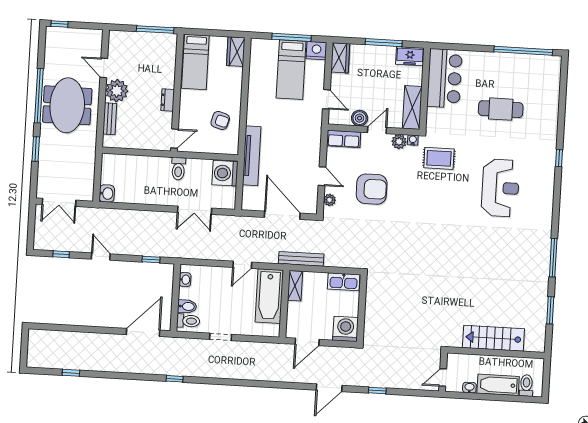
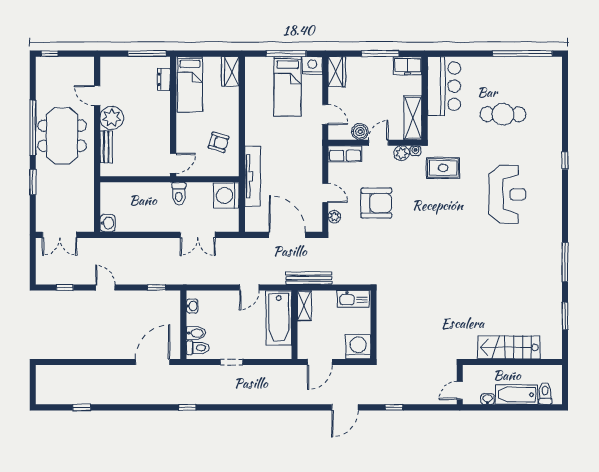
dresser: (168, 100) -> (164, 79), moved

